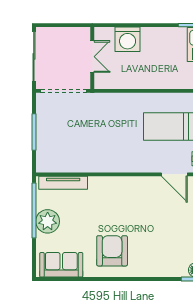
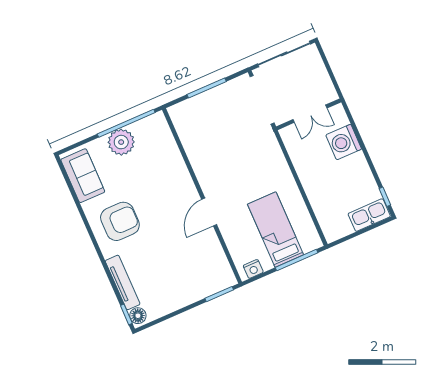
door: (174, 174) -> (209, 212), moved
tv unit: (63, 183) -> (123, 282), moved, turned 180

